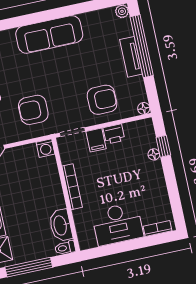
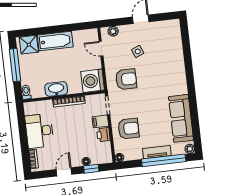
sofa: (49, 34) -> (181, 118), moved
armchair: (102, 100) -> (128, 129), turned -90
armchair: (33, 110) -> (126, 79), turned 90
washing machine: (45, 148) -> (93, 81), width x1.89, depth x1.89
door: (171, 184) -> (64, 172), added
washbasin: (61, 225) -> (56, 89), moved

